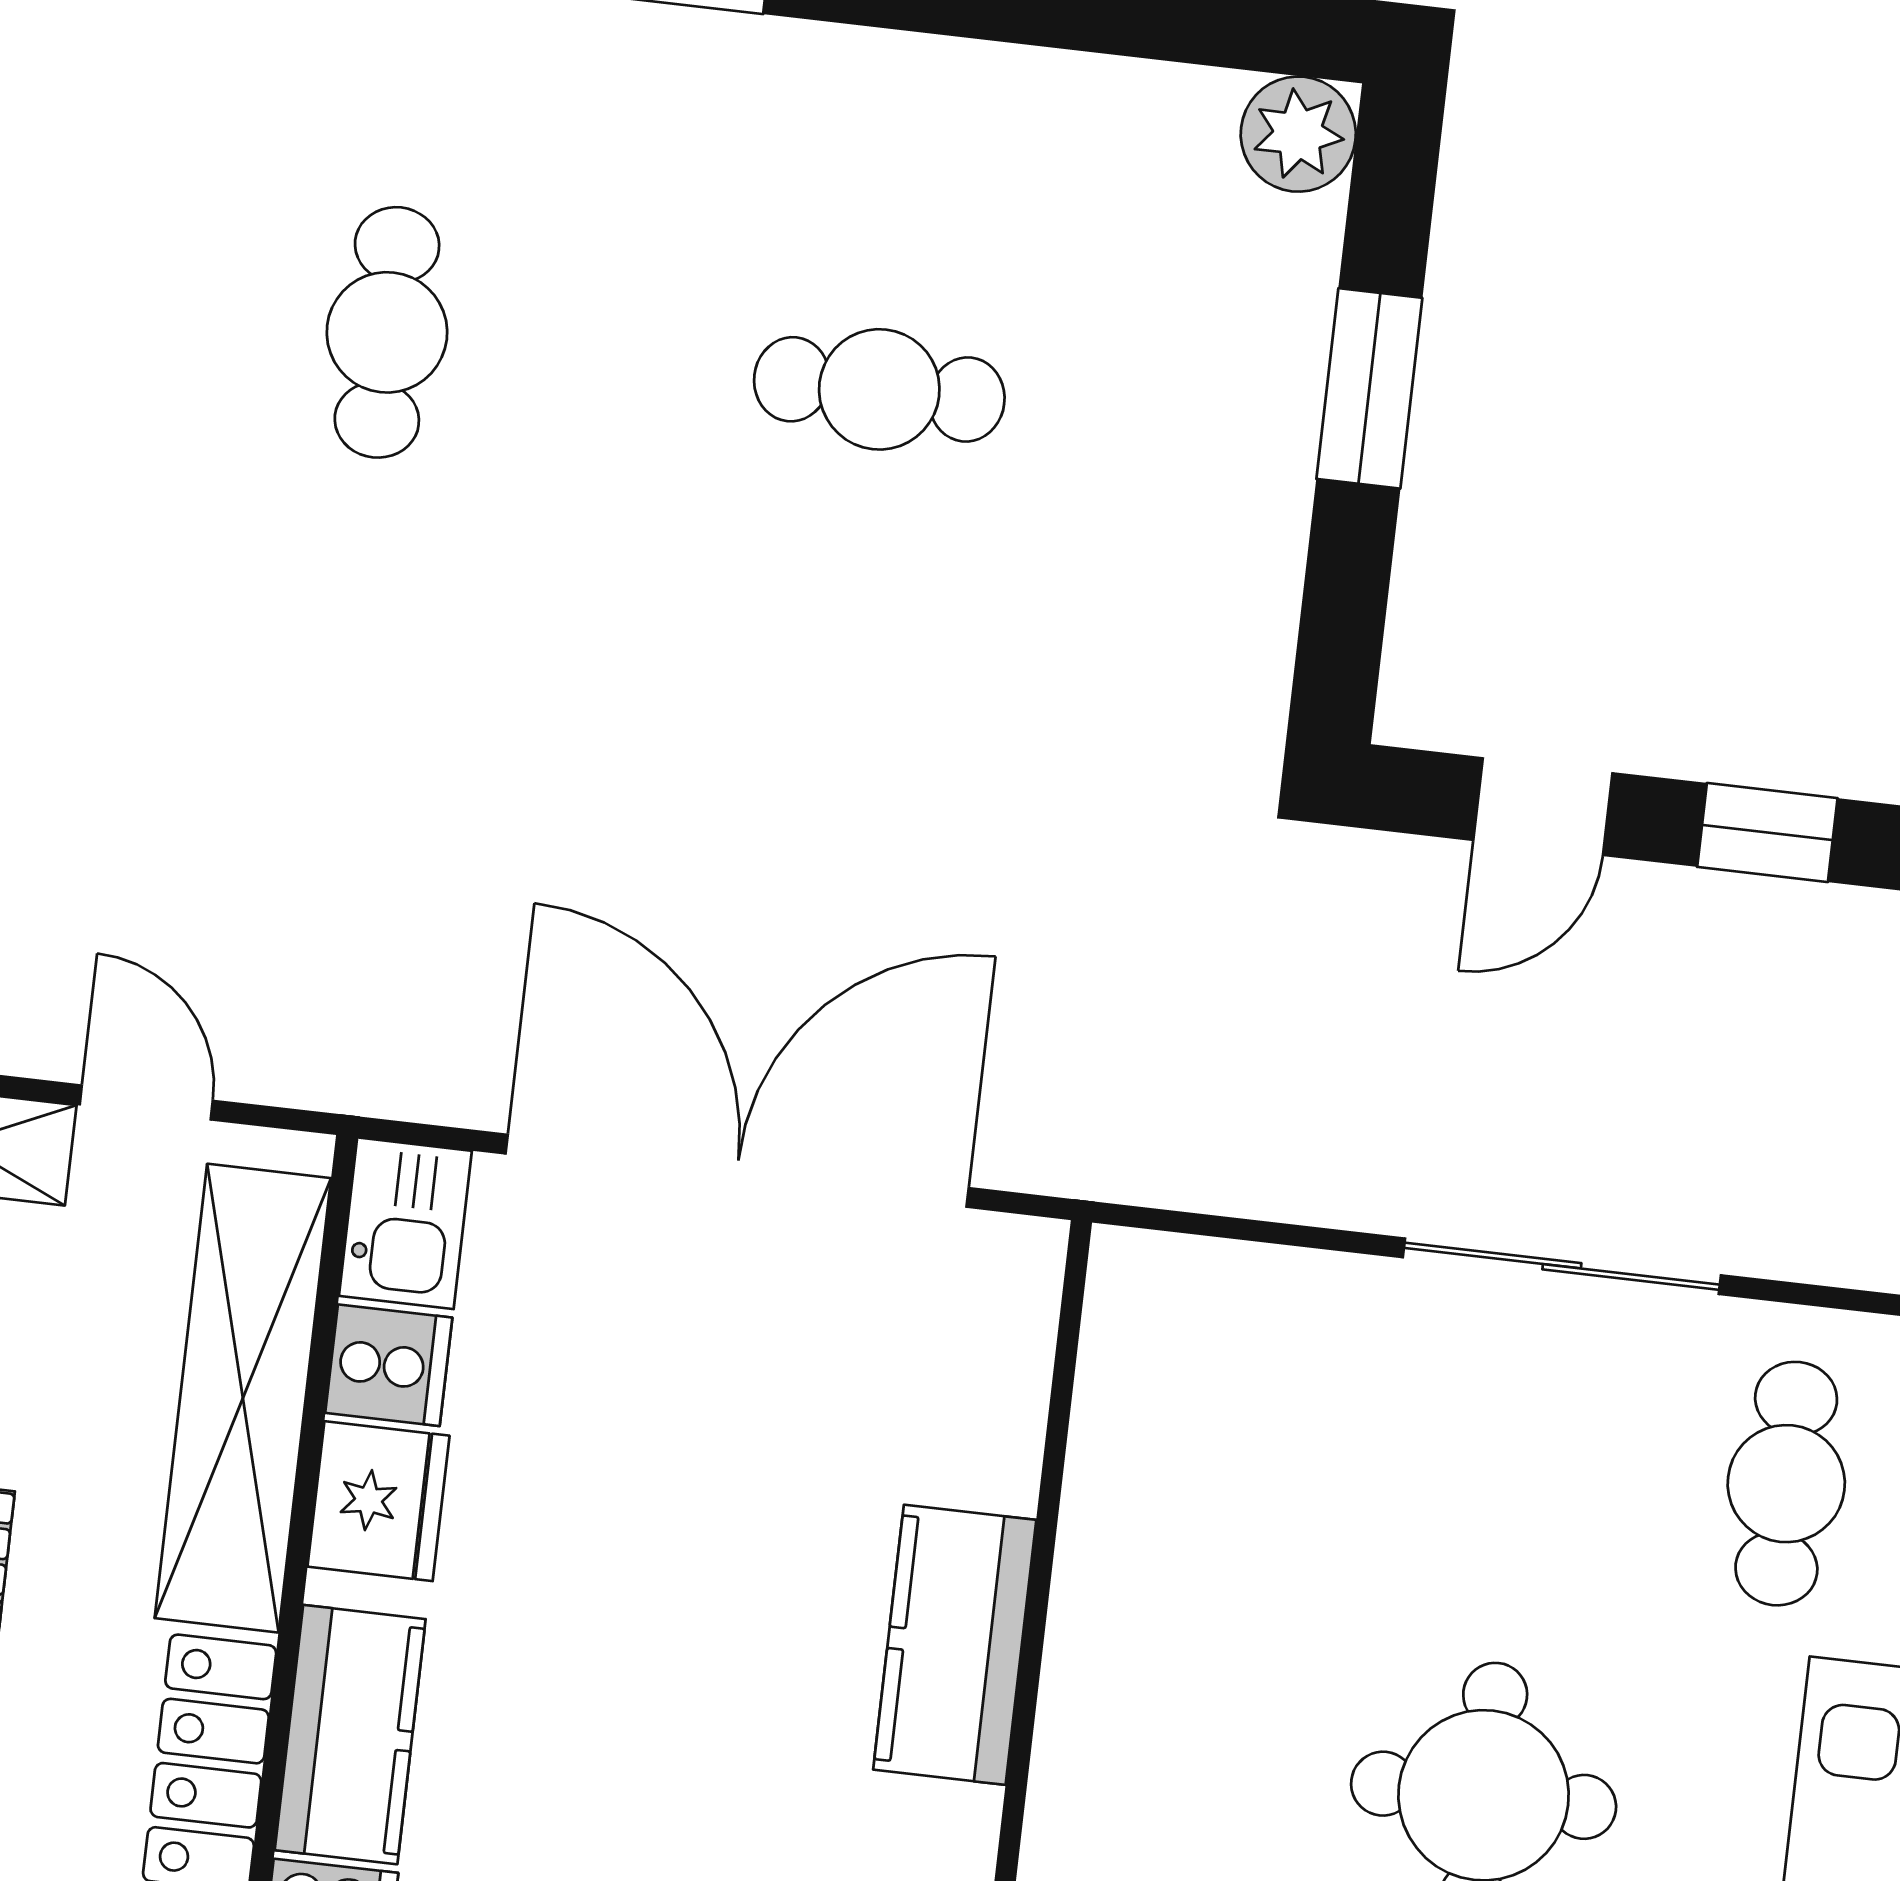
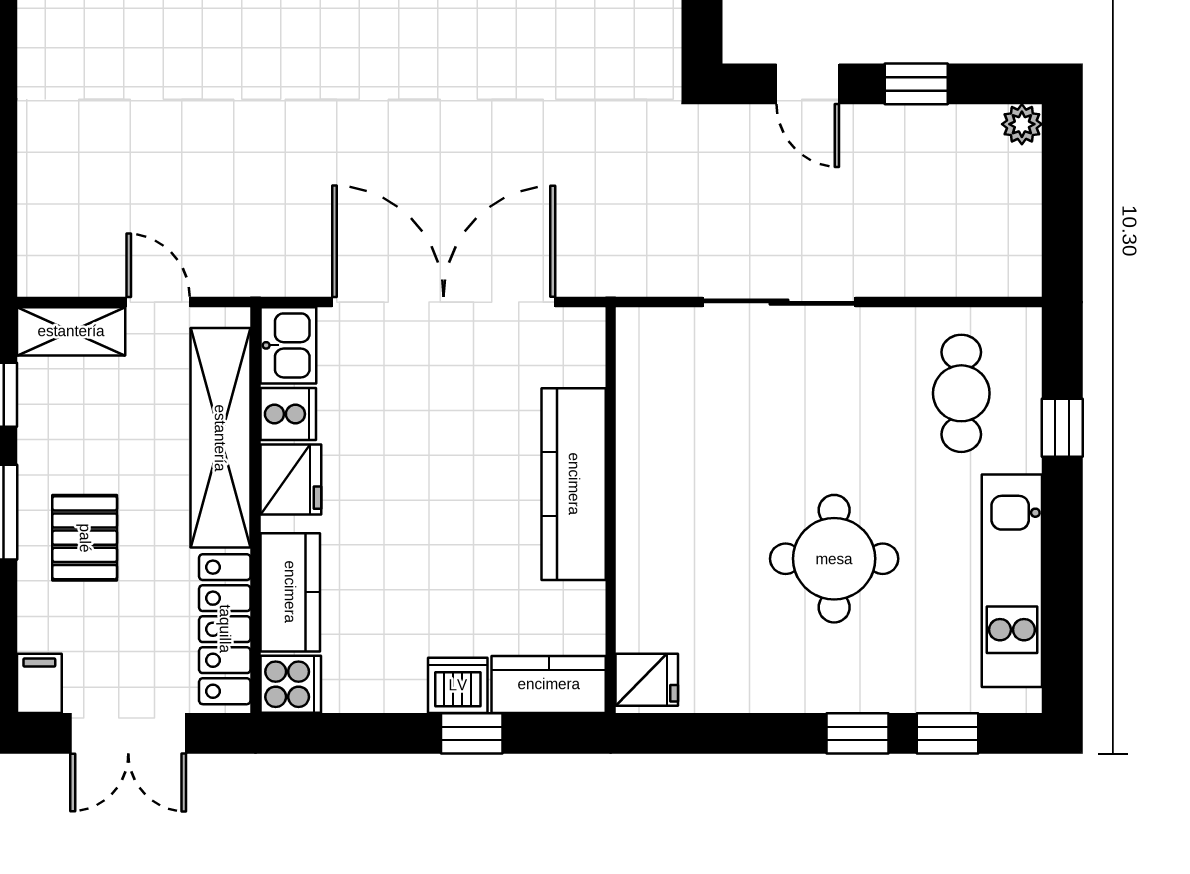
door: (1543, 807) -> (808, 84), hinge flipped
sliding door: (1562, 1266) -> (779, 302), moved
kitchen counter: (955, 1645) -> (574, 484), width x1.50

